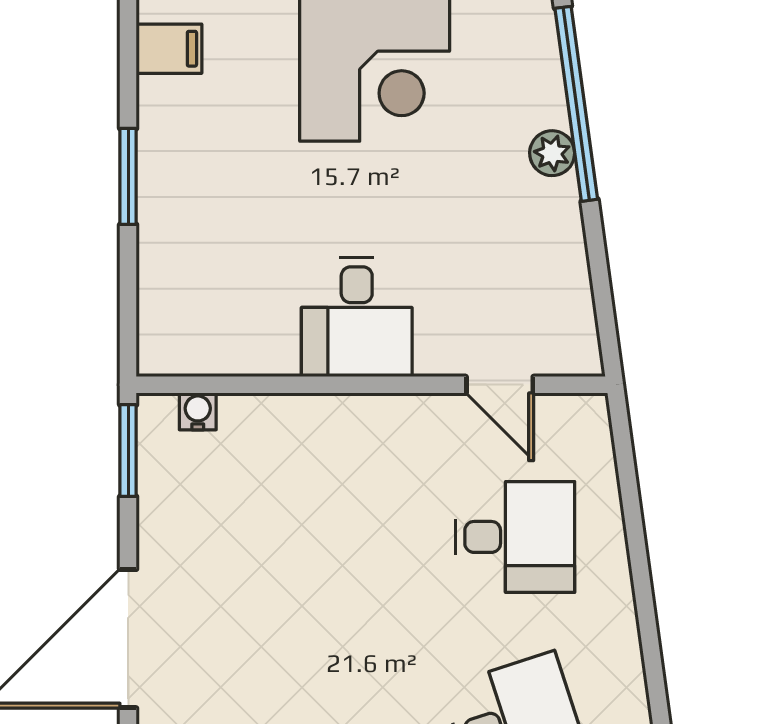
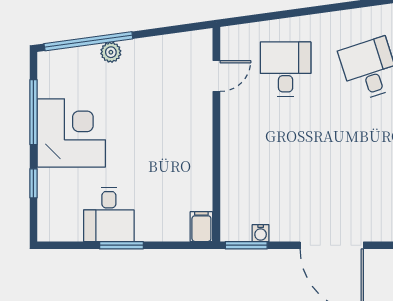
filing cabinet: (169, 49) -> (201, 227), moved
desk: (357, 317) -> (109, 214), moved, turned 90
water cooler: (198, 411) -> (261, 233), moved, turned -90

